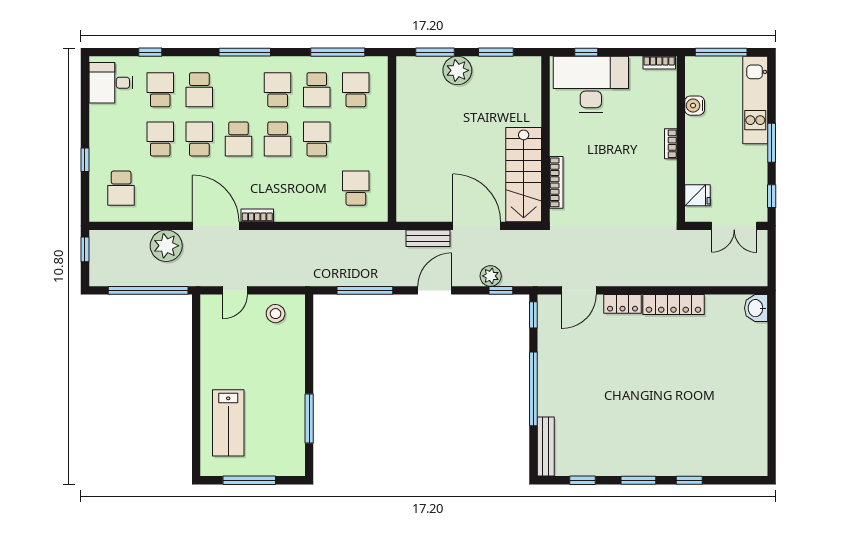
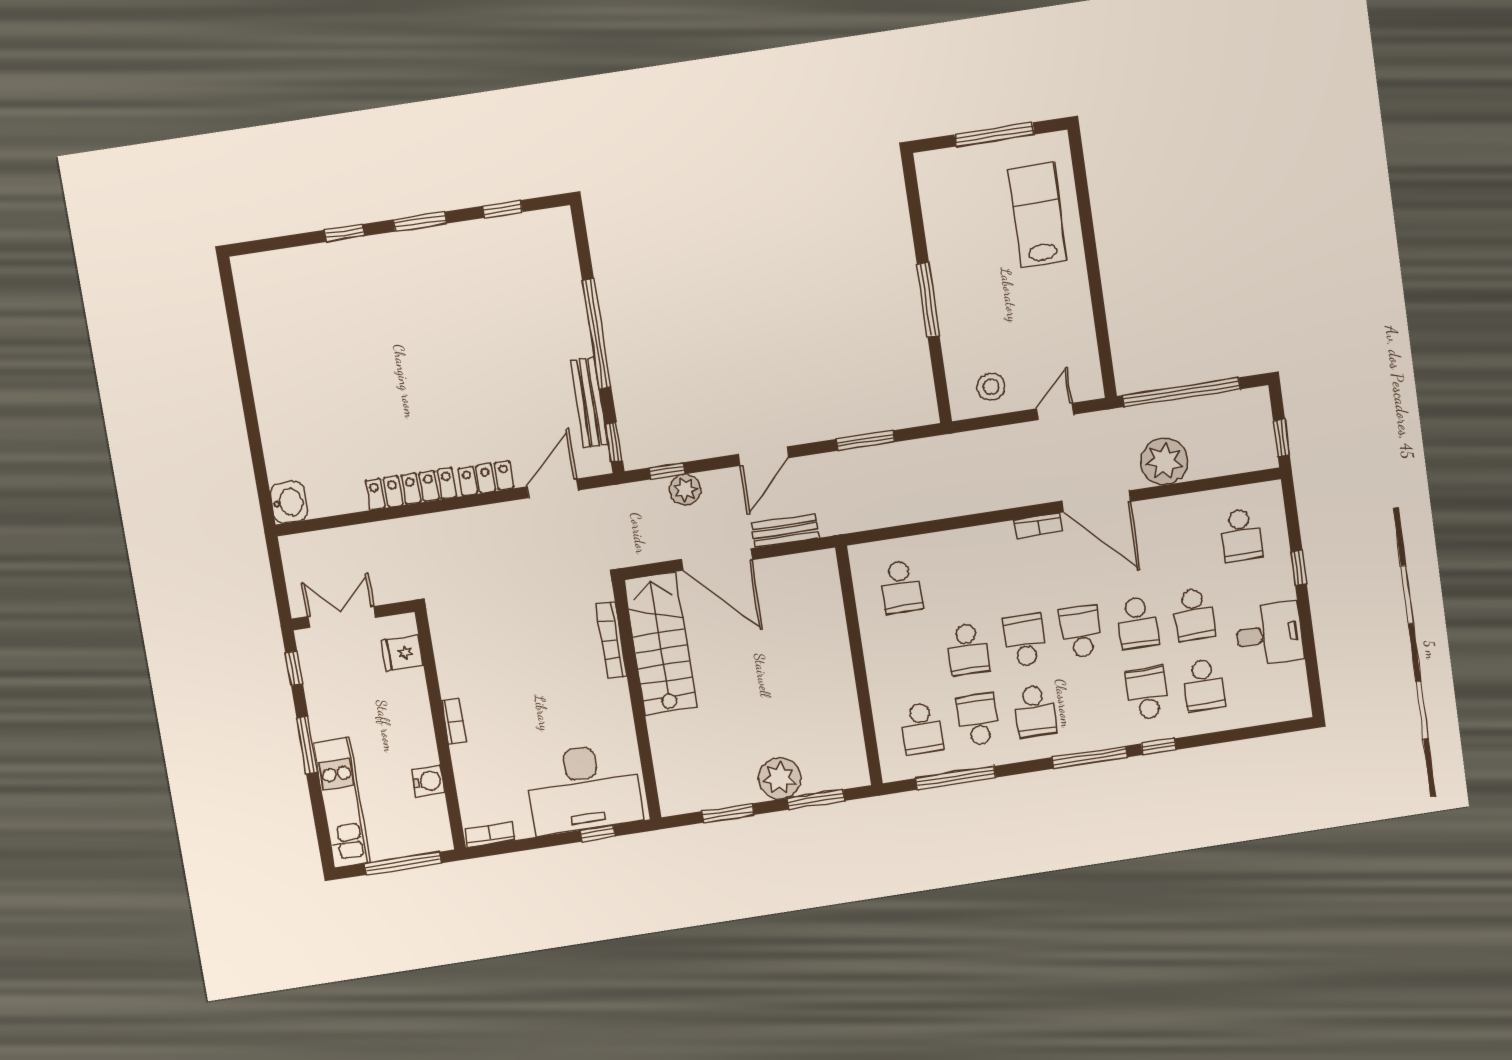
window: (150, 52) -> (1159, 747), moved
desk: (111, 83) -> (1269, 634), moved
school desk: (121, 188) -> (1241, 535), turned 180
window: (365, 290) -> (866, 441), width x0.69
window: (309, 418) -> (928, 300), moved
bench: (546, 447) -> (589, 403), moved

